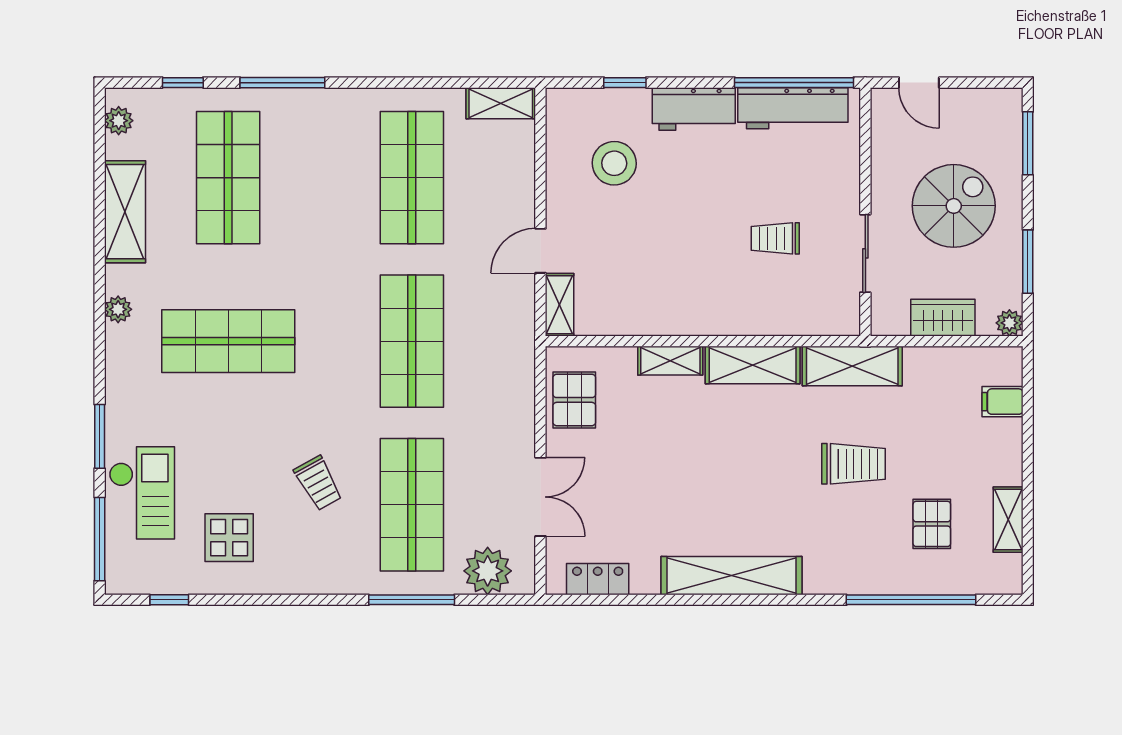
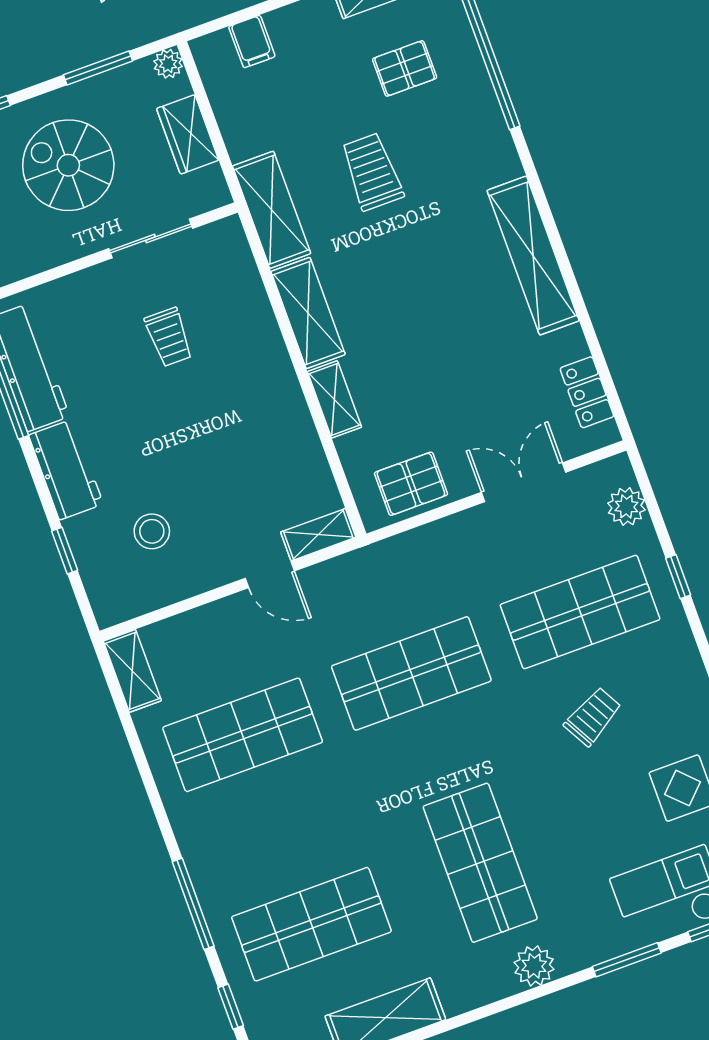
stool: (614, 163) -> (152, 531), width x0.73, depth x0.73
plant: (118, 309) -> (534, 966), moved, width x1.38, depth x1.38
plant: (488, 571) -> (626, 507), width x0.73, depth x0.73
window: (412, 600) -> (678, 577), width x0.46

